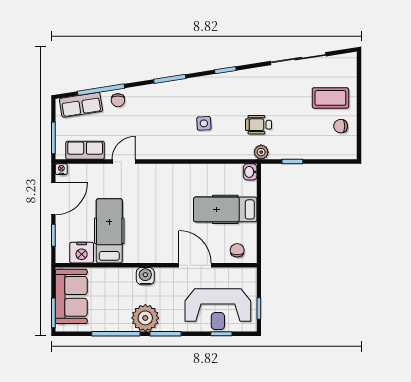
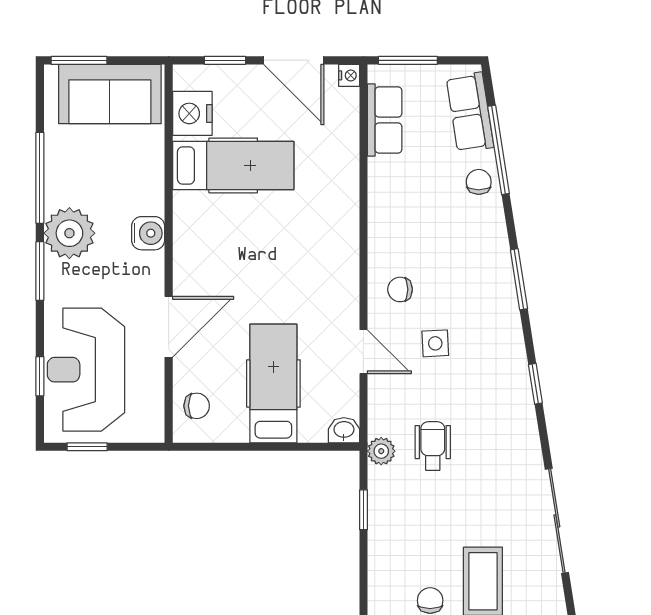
chair: (118, 100) -> (479, 182), turned 90
chair: (175, 142) -> (400, 289), added
door: (124, 162) -> (363, 352), moved

